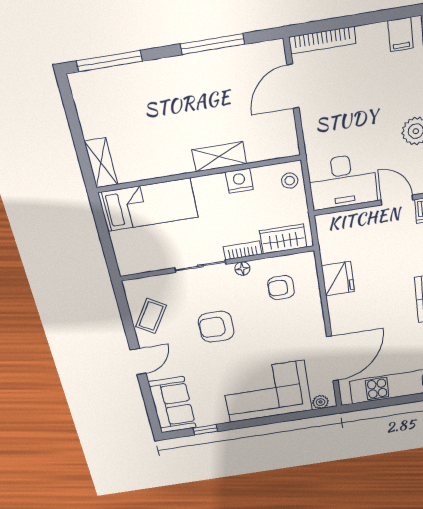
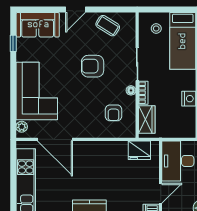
stool: (290, 181) -> (156, 29), moved
fridge: (338, 279) -> (139, 150), moved
armchair: (281, 288) -> (114, 113), turned 180
armchair: (216, 327) -> (93, 66), turned -90
door: (138, 362) -> (76, 9), hinge flipped

